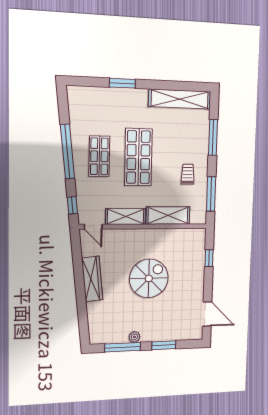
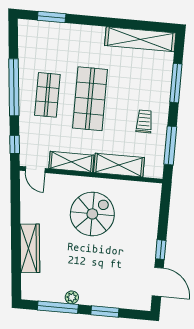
window: (122, 83) -> (52, 17), moved
window: (209, 258) -> (161, 250), moved
spiral stairs: (149, 278) -> (92, 214), moved
wardrobe: (92, 279) -> (30, 248), moved

